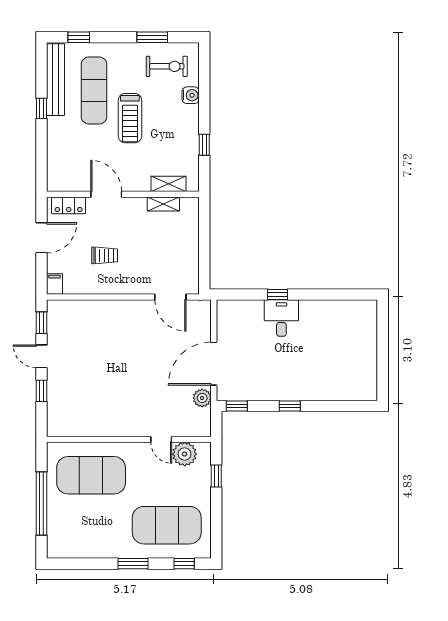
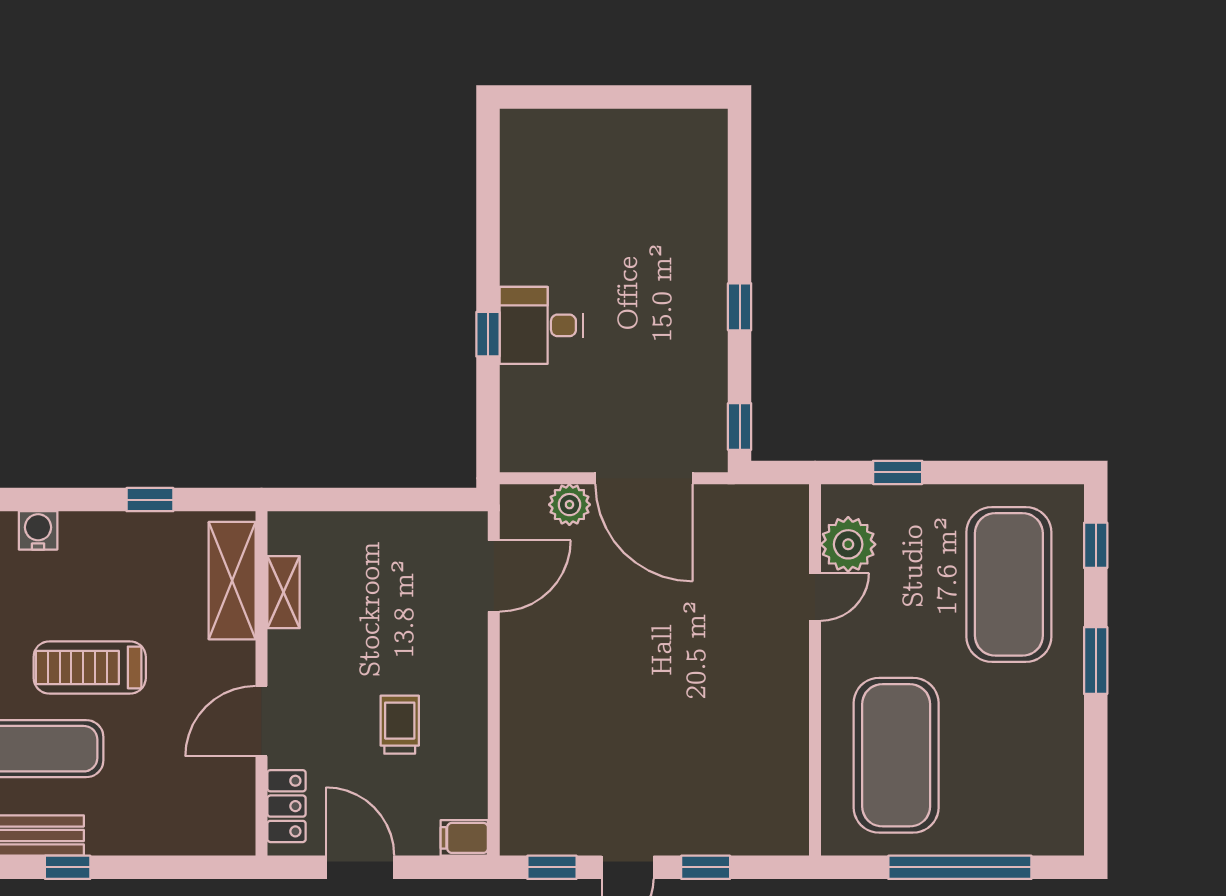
treadmill: (130, 118) -> (90, 667), turned 180
shelving: (168, 184) -> (232, 581), width x1.50, depth x1.33
plant: (202, 398) -> (569, 505), moved

